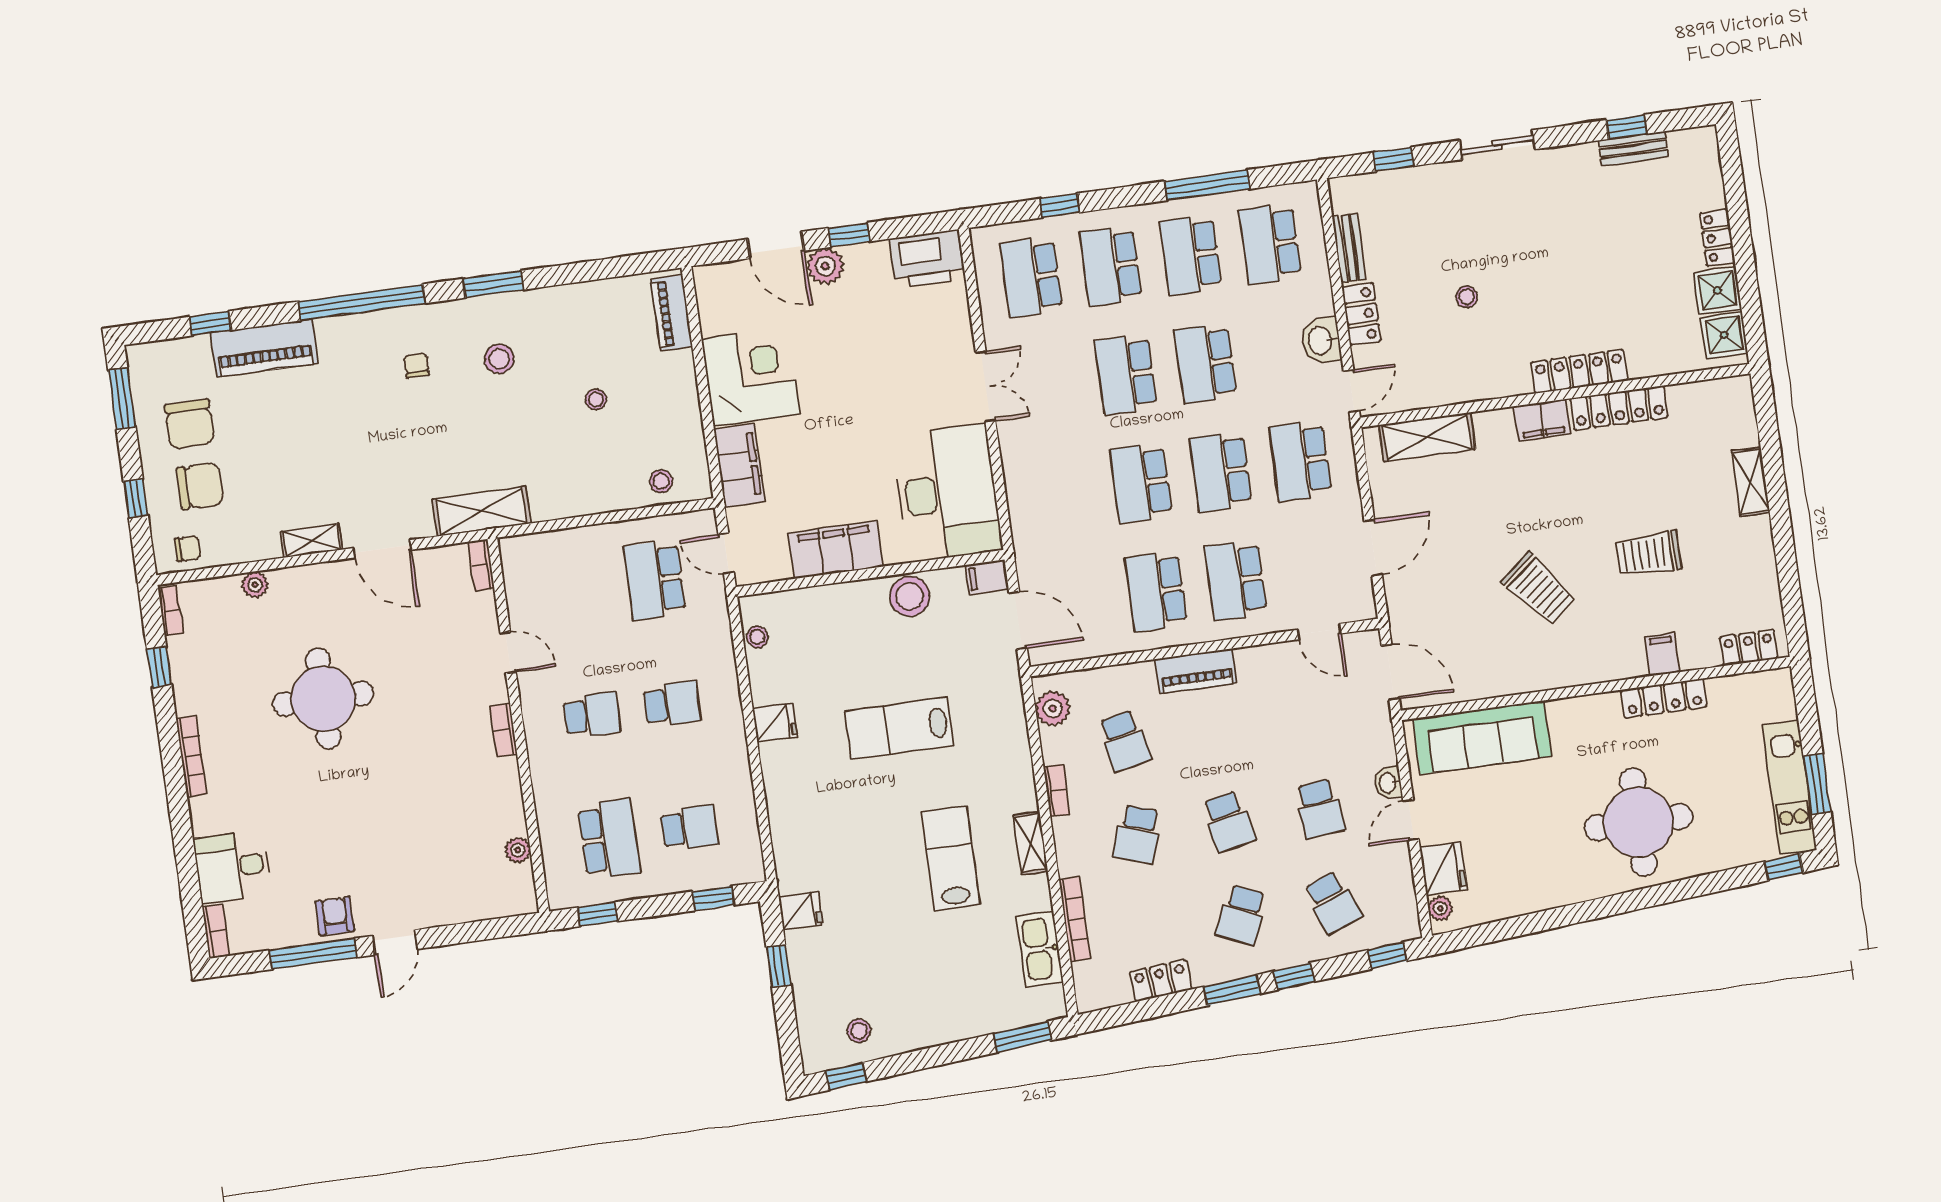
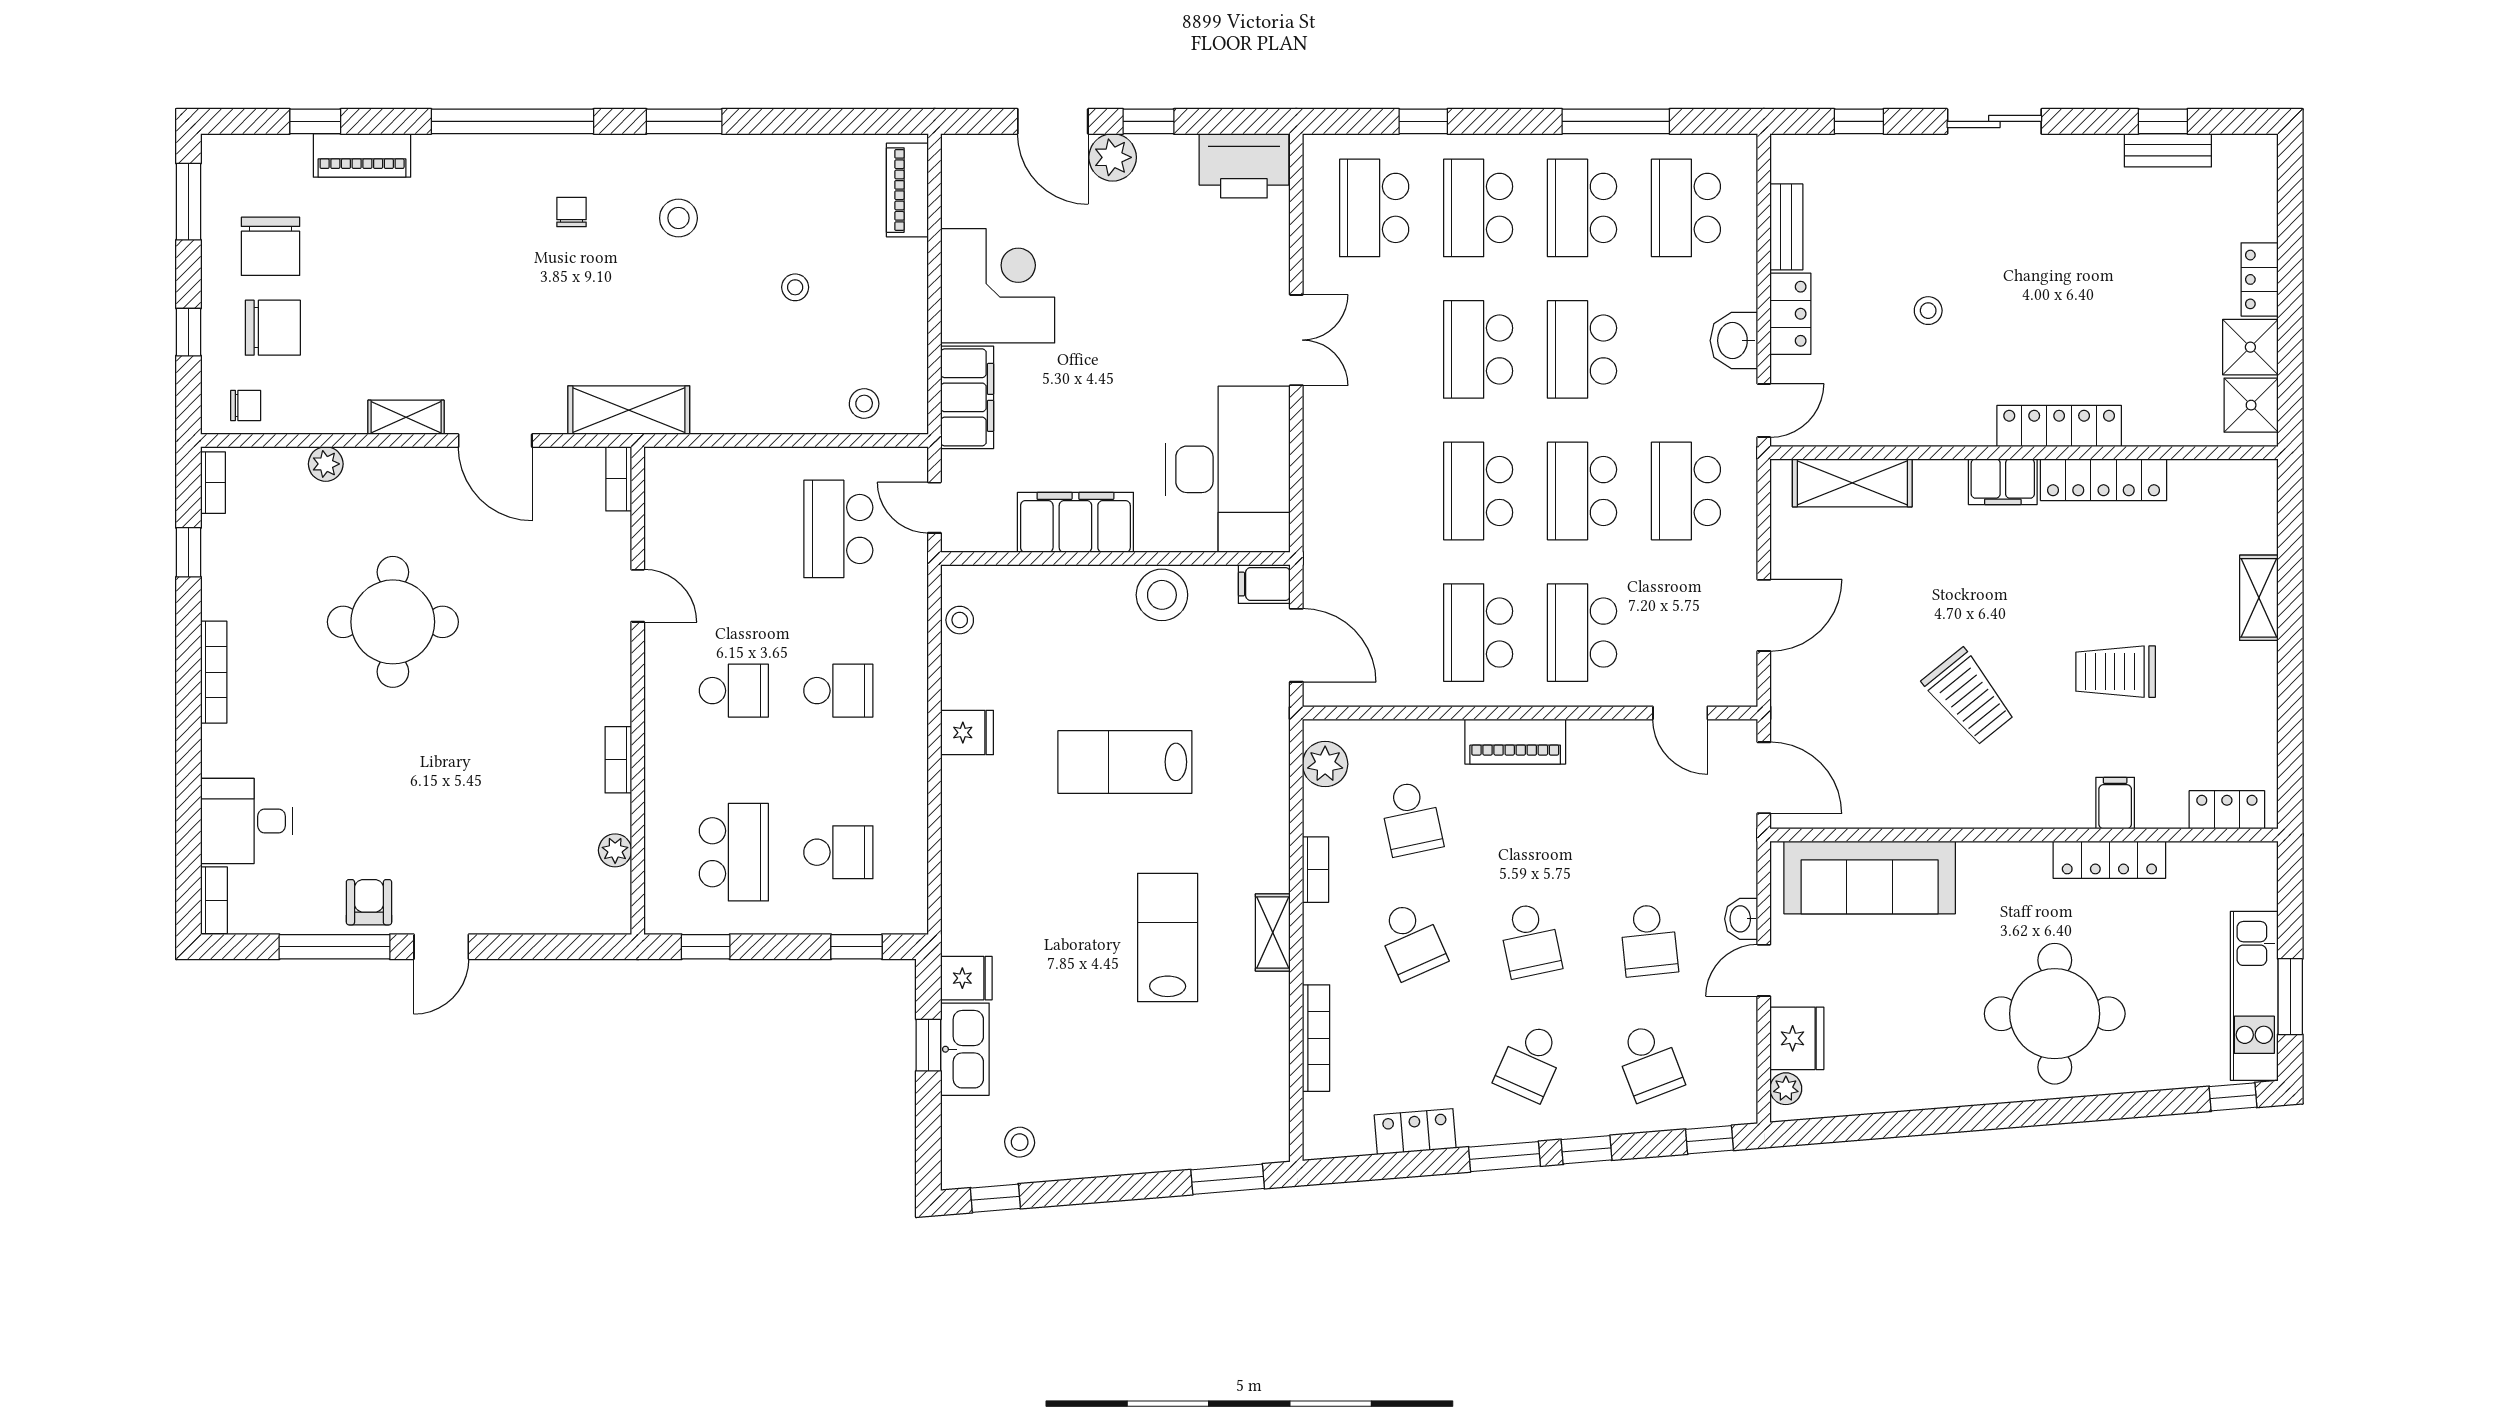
piano: (264, 348) -> (362, 155), width x0.73, depth x0.75
bookcase: (504, 730) -> (618, 760), moved
school desk: (1137, 834) -> (1411, 940), turned -42
kitchen sink: (1040, 949) -> (965, 1049), moved, turned 180

